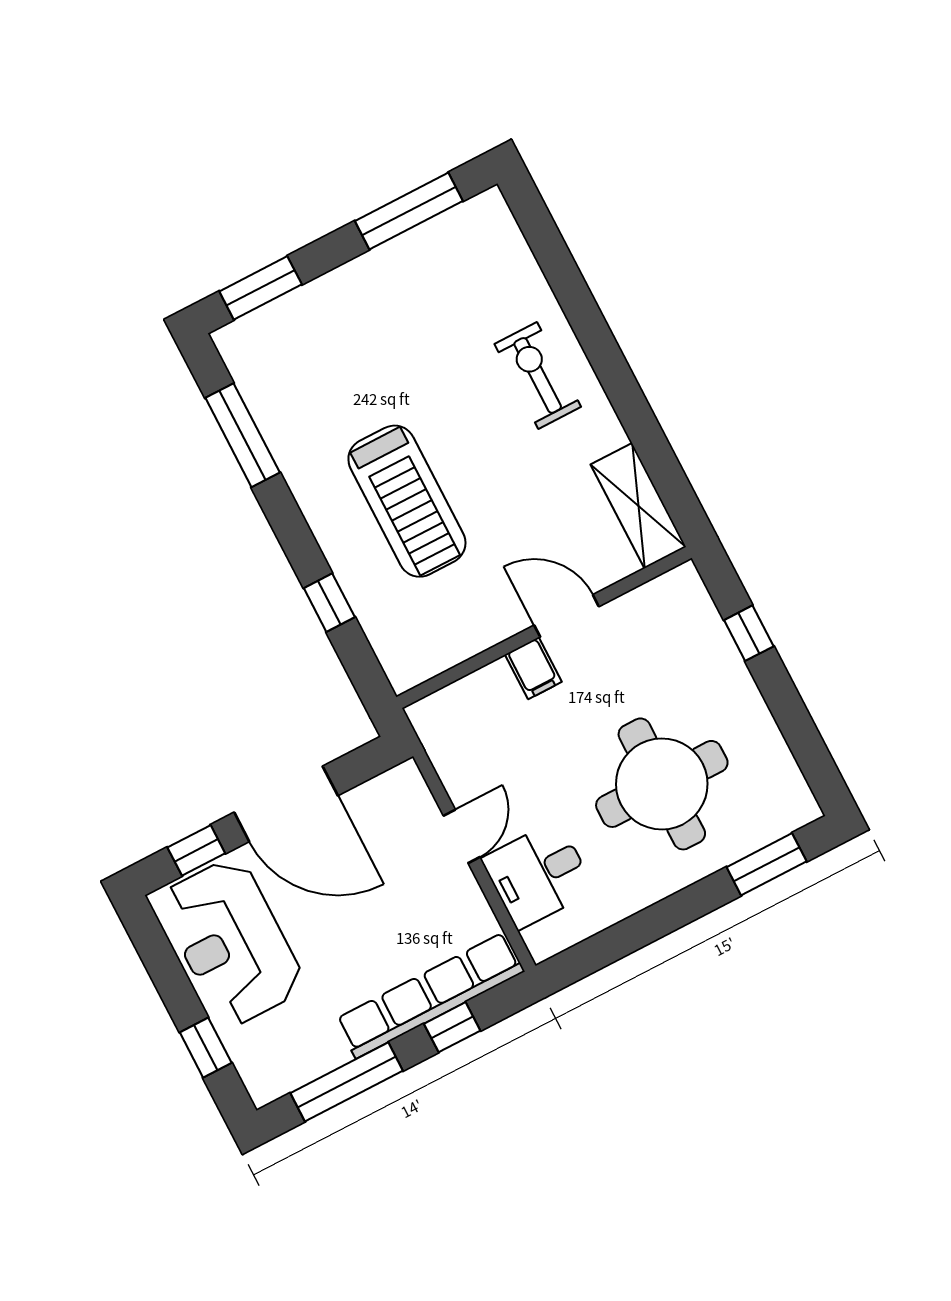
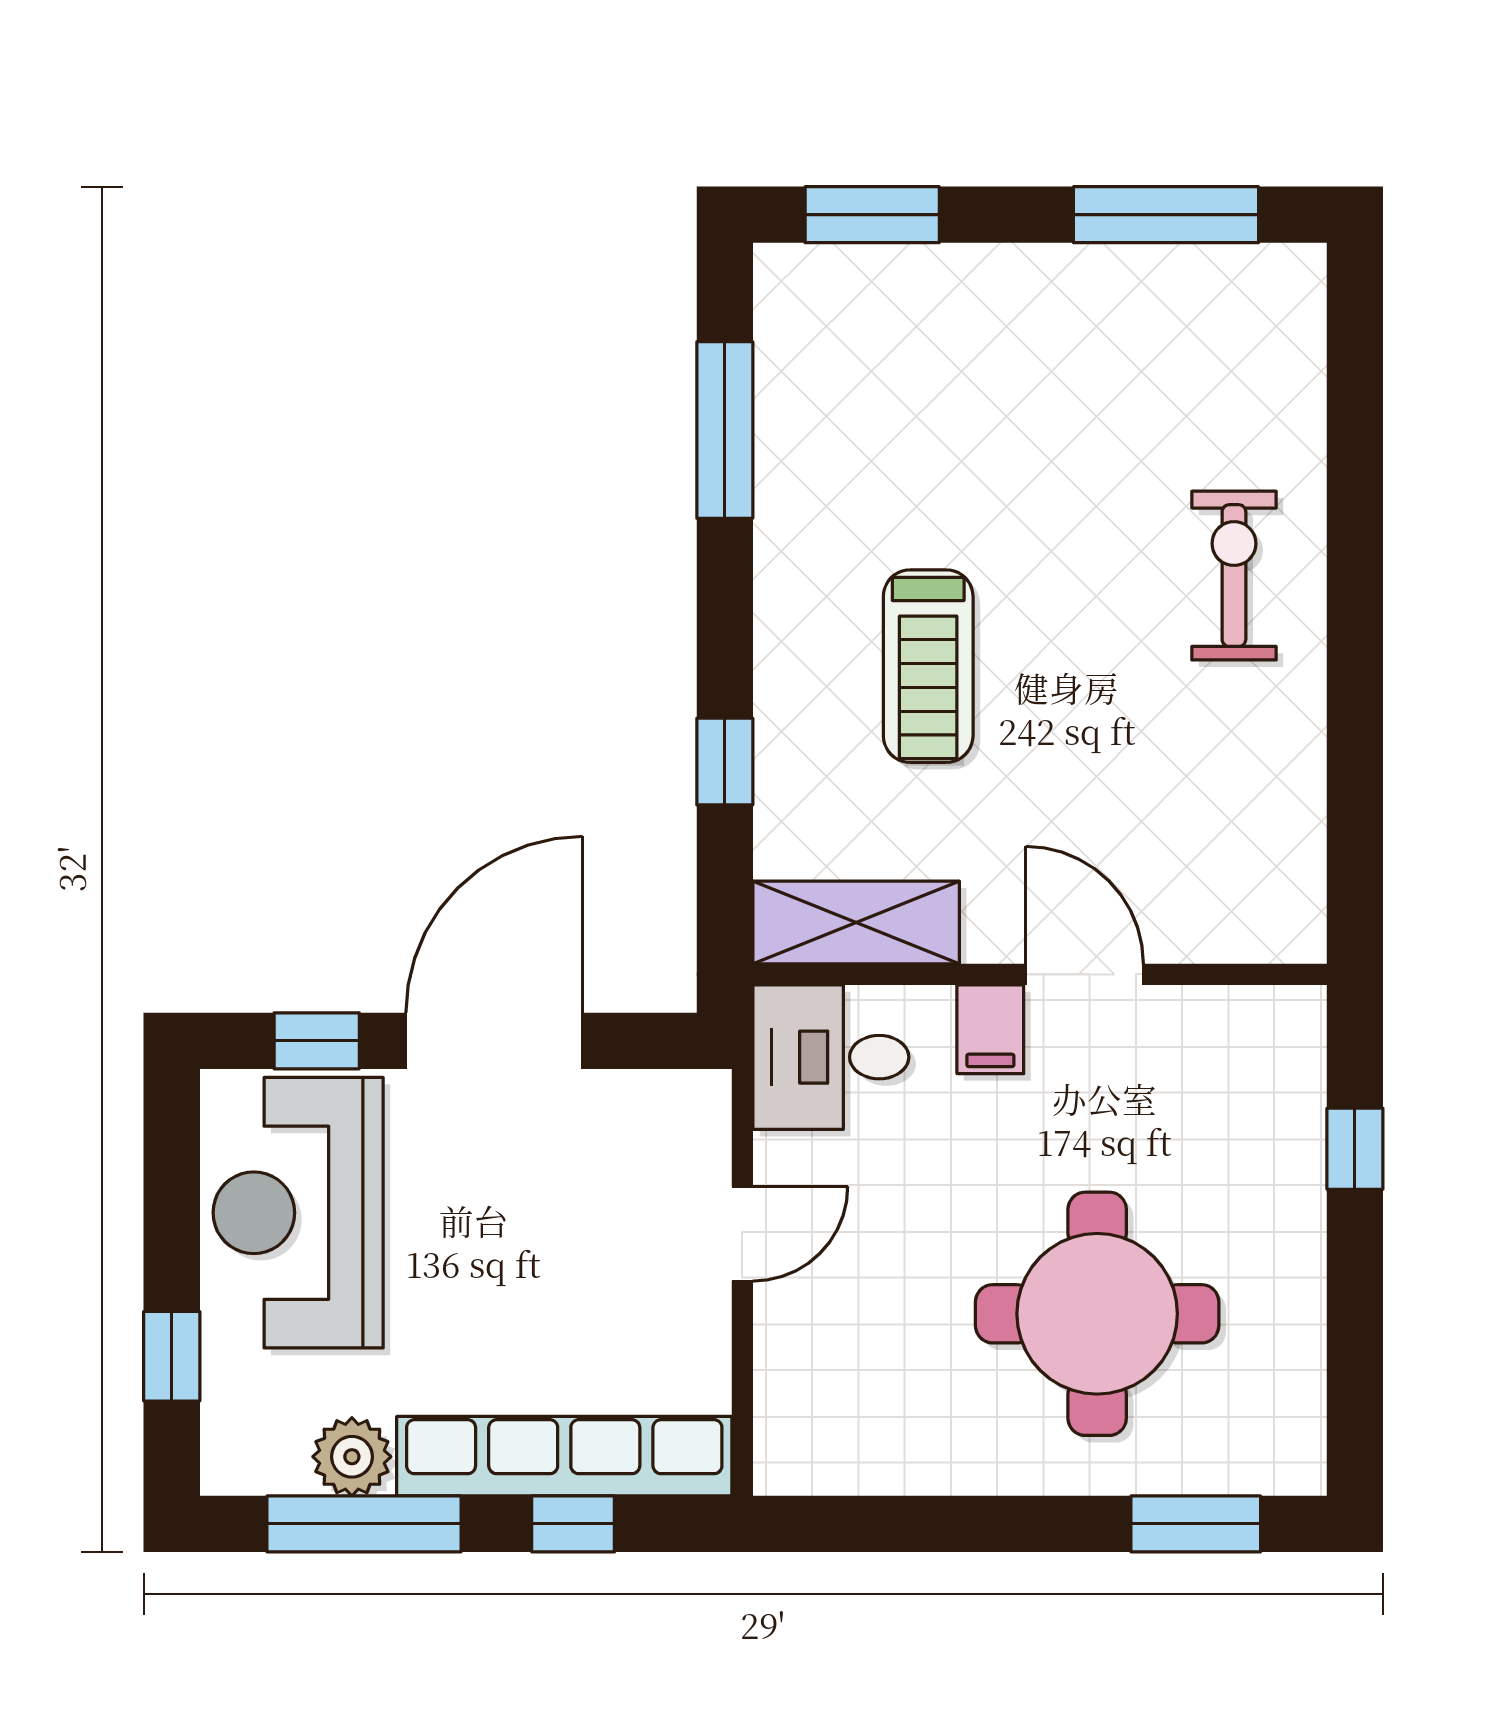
treadmill: (407, 501) -> (928, 666), width x0.73, depth x0.73
shelving: (638, 506) -> (856, 923), moved, turned 90
door: (286, 804) -> (494, 1041), swing flipped
desk: (538, 875) -> (831, 1057), moved
plant: (323, 1051) -> (352, 1457), added

